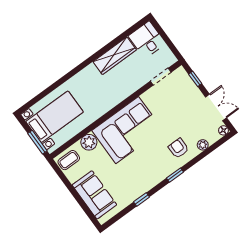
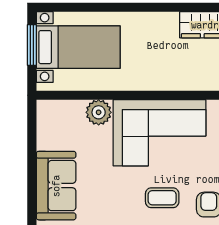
window: (37, 142) -> (32, 45), moved
coffee table: (69, 160) -> (162, 198), moved

